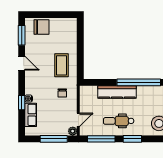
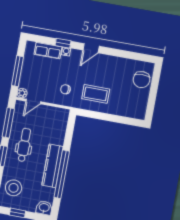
window: (22, 35) -> (137, 56), removed
door: (22, 63) -> (91, 48), moved
kitchen counter: (117, 92) -> (52, 166), moved
door: (78, 120) -> (33, 101), hinge flipped

